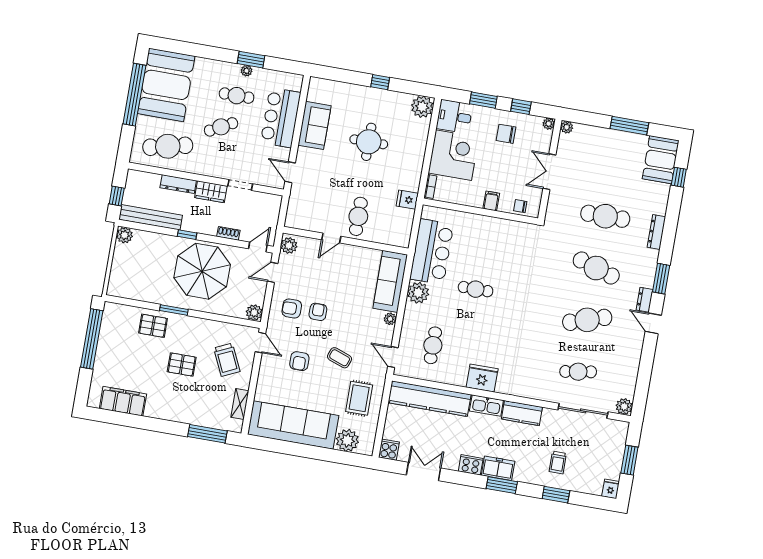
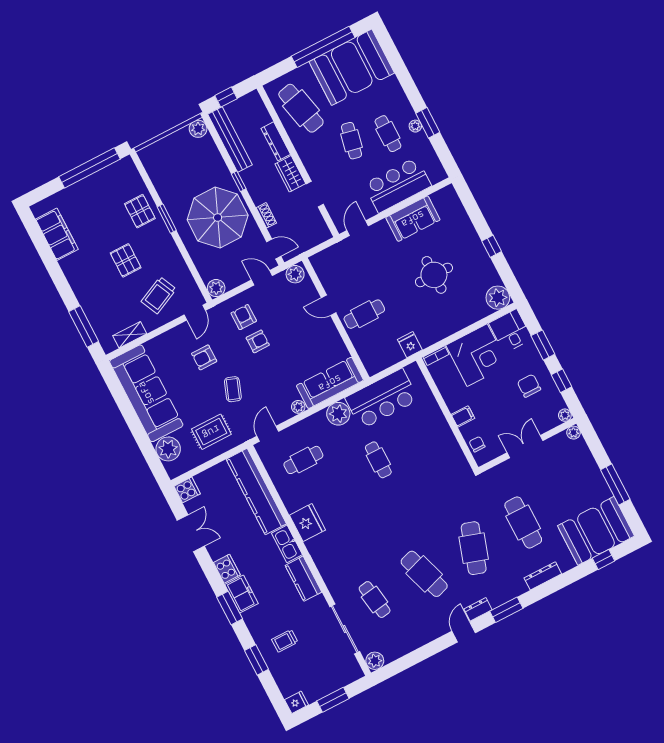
cafe table: (221, 127) -> (352, 141), turned 40
booth: (661, 160) -> (596, 531), width x1.36, depth x1.42

